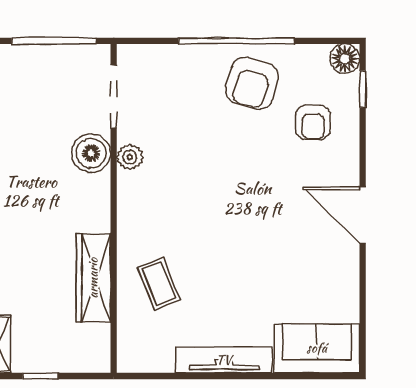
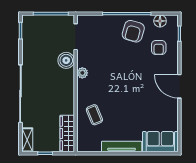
floor lamp: (345, 59) -> (160, 21), moved
plant: (130, 157) -> (82, 73), moved
wardrobe: (93, 278) -> (67, 133), moved

